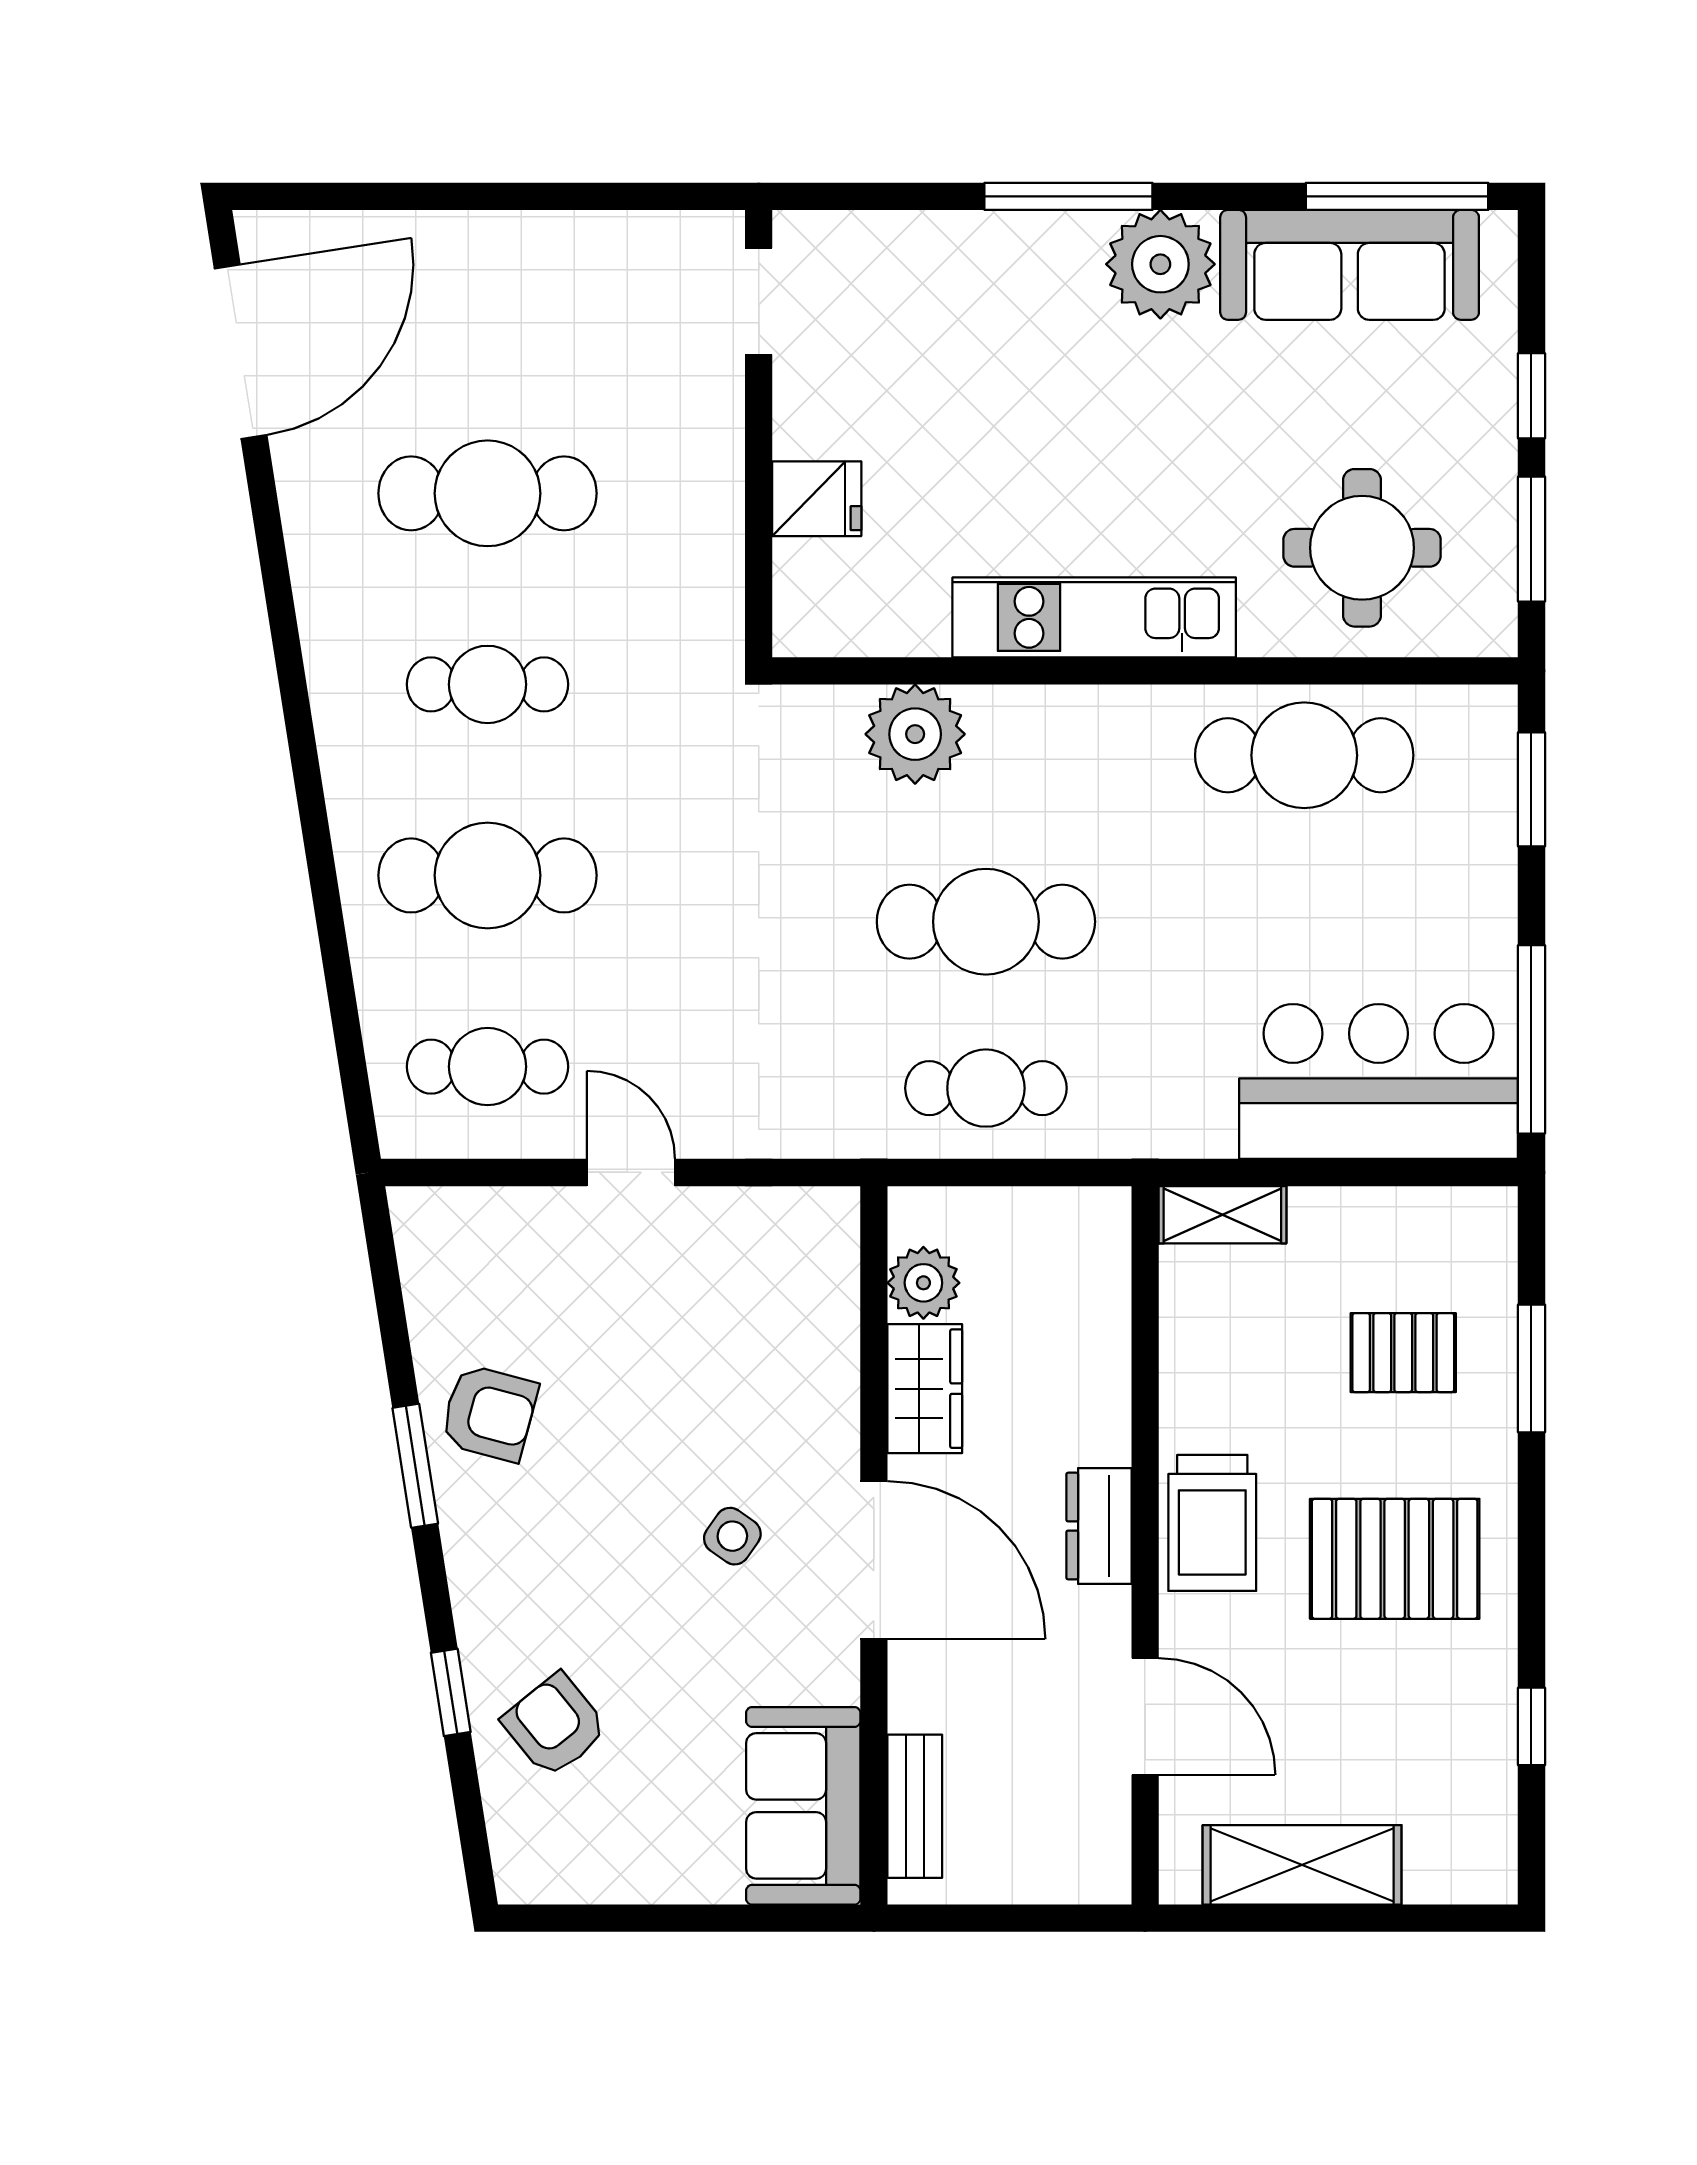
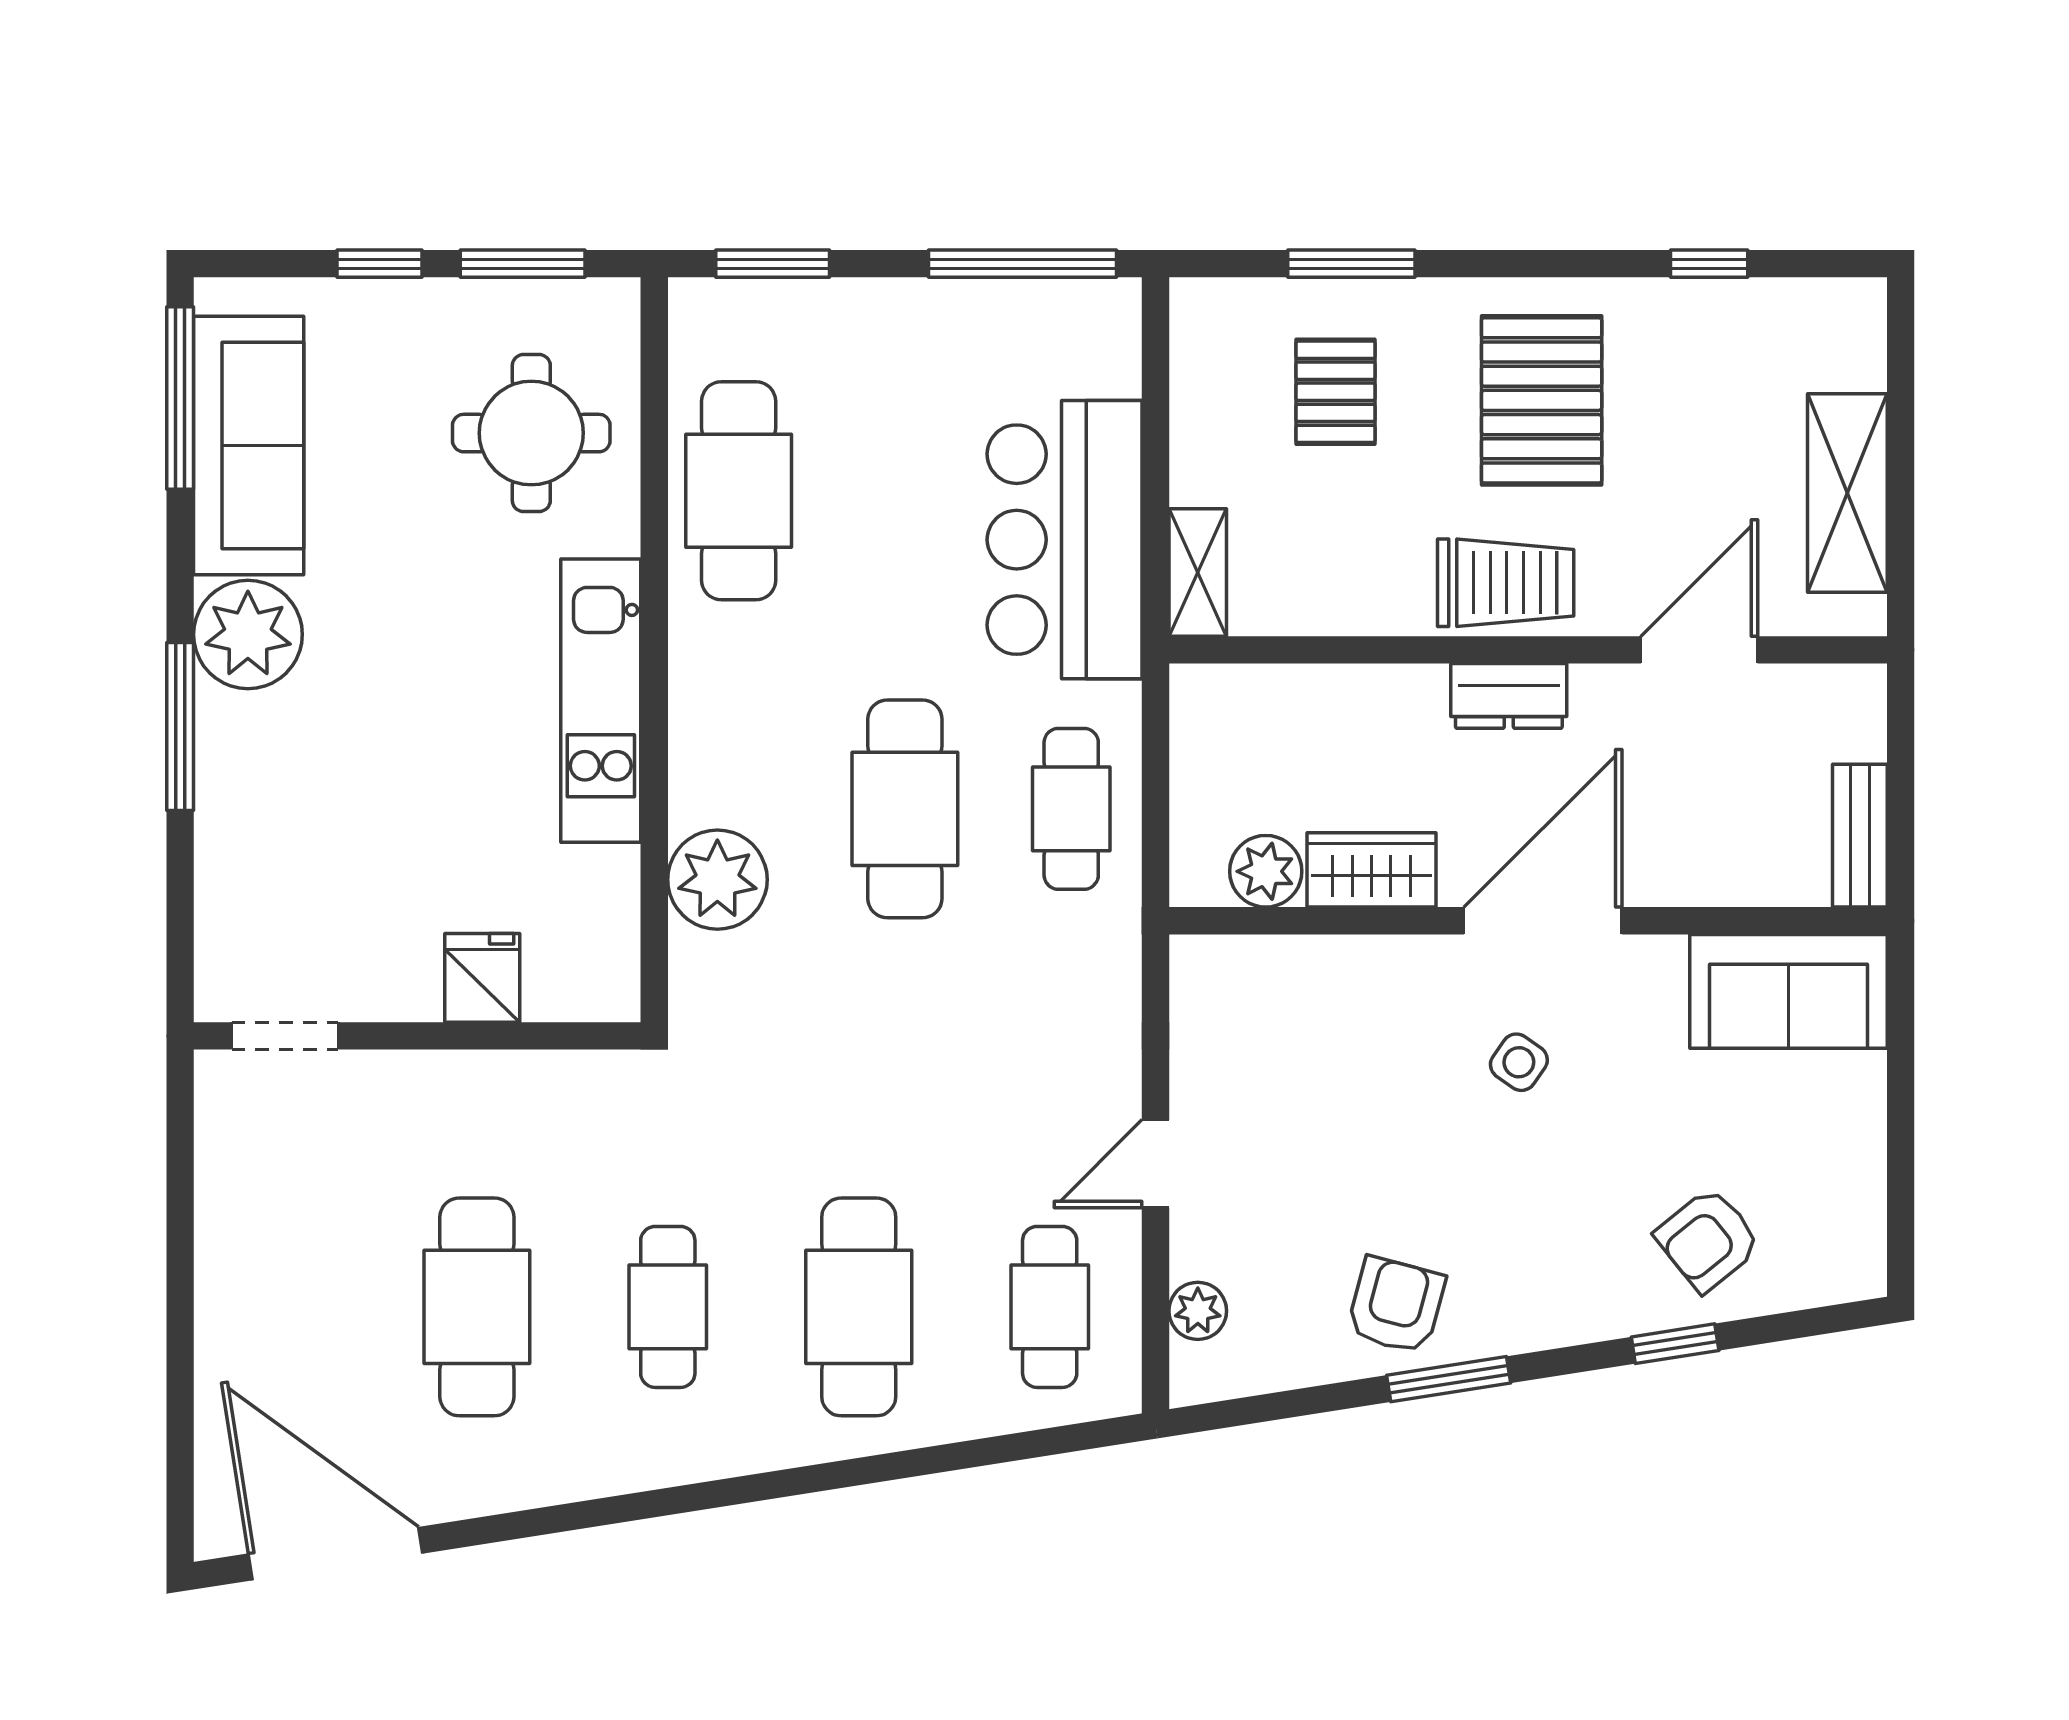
bar counter: (1378, 1081) -> (1065, 540), moved
plant: (484, 1215) -> (1198, 1311), added
bench: (915, 1806) -> (1860, 836), moved, turned 90

